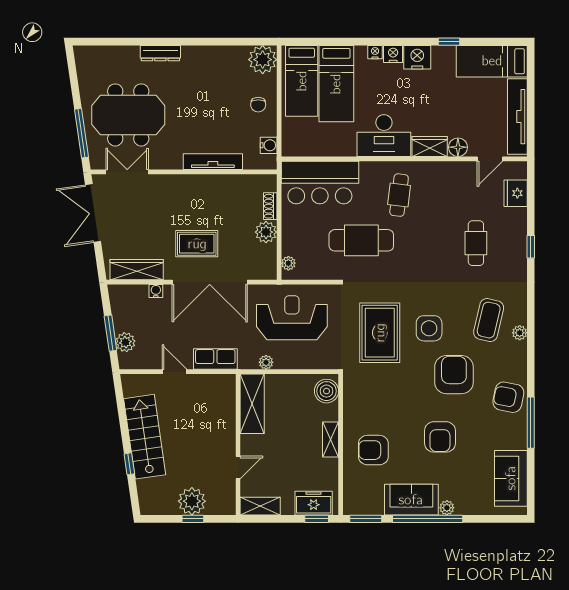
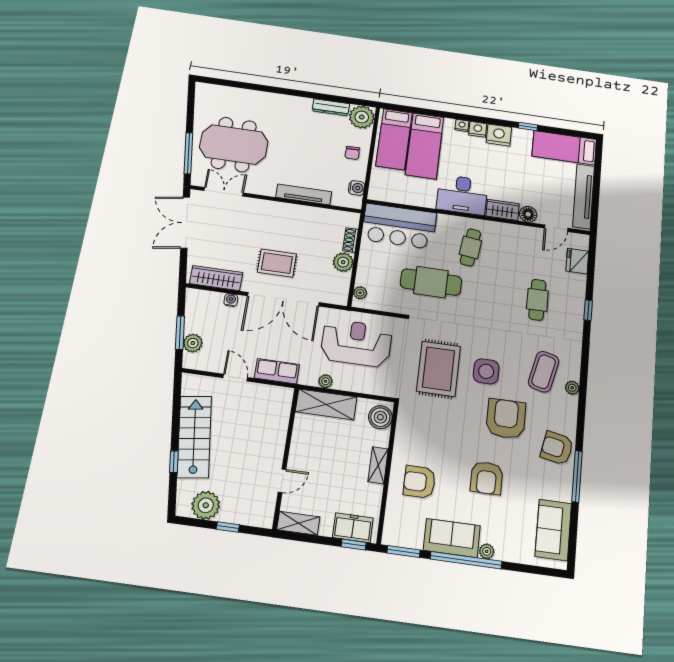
dresser: (160, 53) -> (331, 107), moved
shelving: (252, 404) -> (326, 404), moved, turned 90
plant: (192, 501) -> (206, 505), moved

